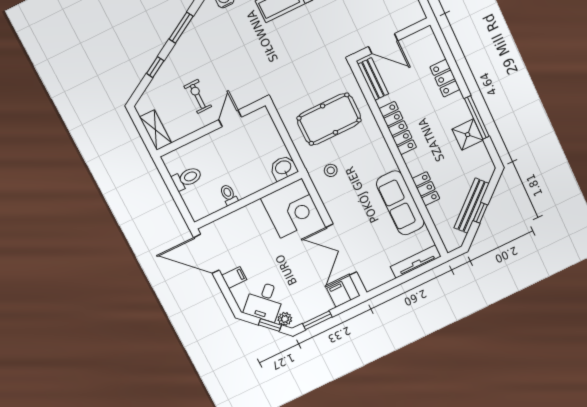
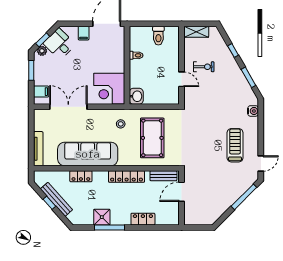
sofa: (400, 203) -> (88, 154), width x1.36, depth x1.27

